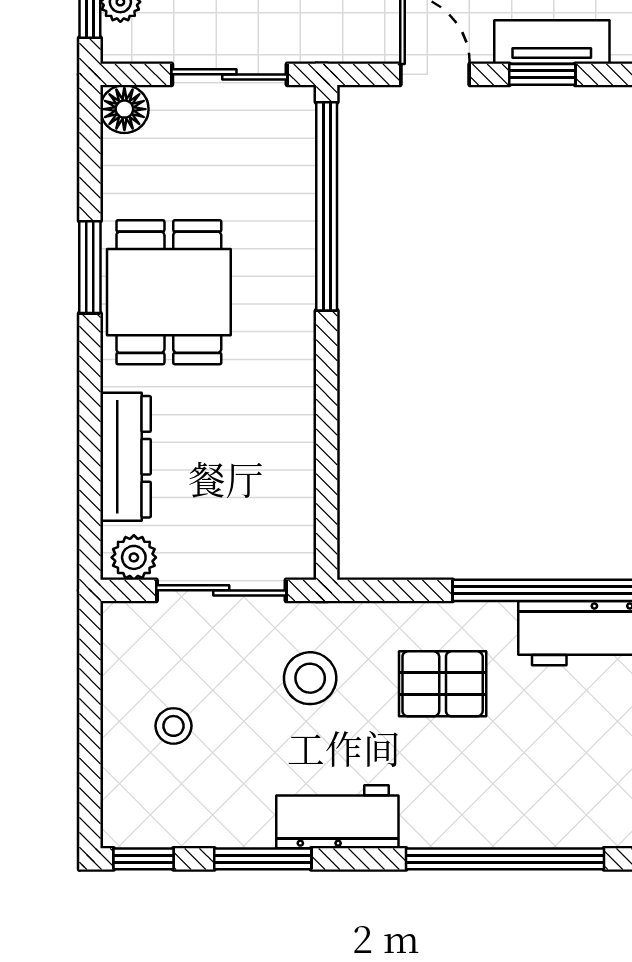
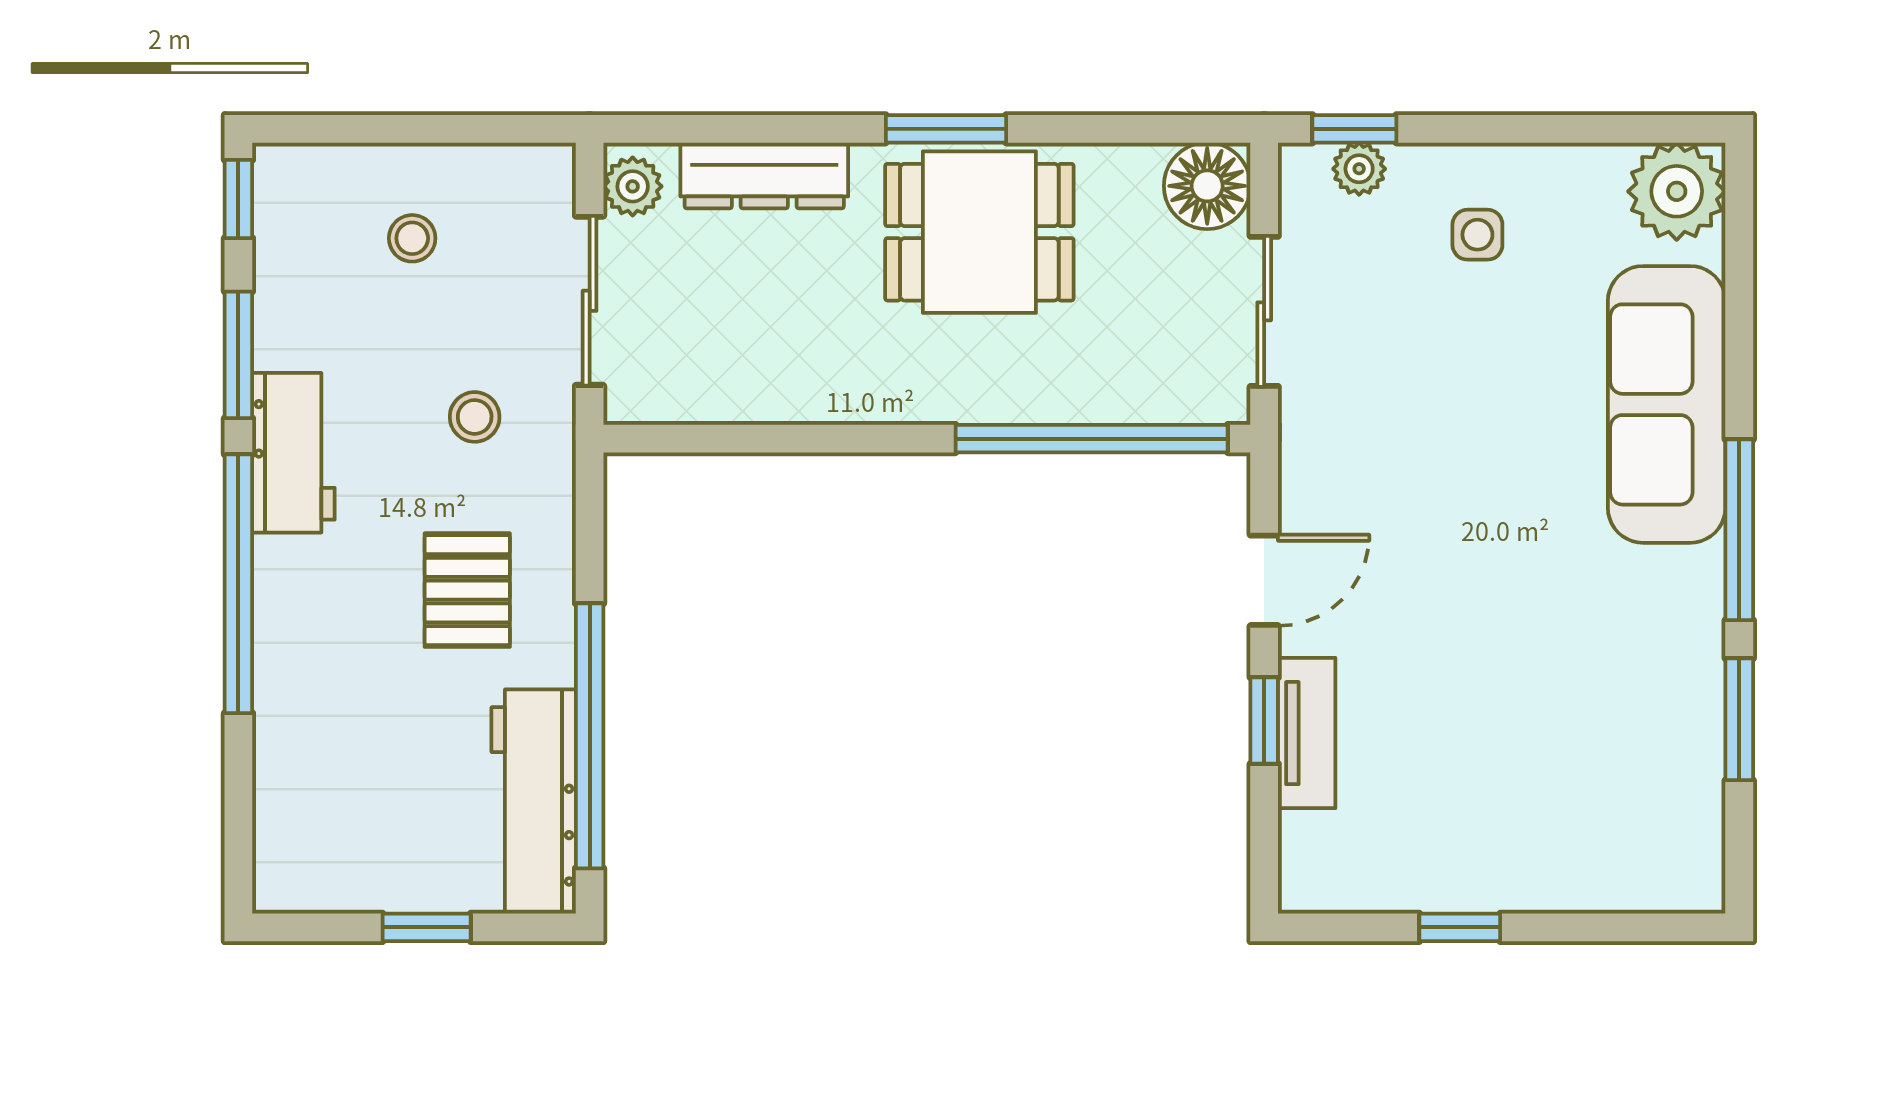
floor lamp: (124, 109) -> (1207, 186), width x1.38, depth x1.38
window: (90, 267) -> (946, 129), moved
stool: (310, 678) -> (475, 417), width x0.73, depth x0.73
window: (505, 859) -> (238, 584), moved

